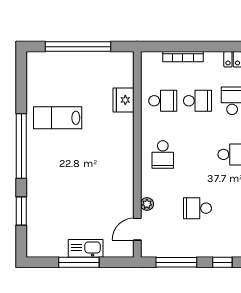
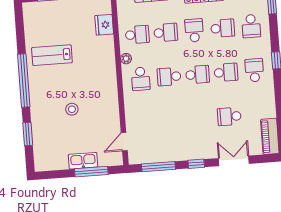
fridge: (124, 100) -> (104, 25), moved
stool: (77, 185) -> (72, 109), added
plant: (147, 204) -> (126, 59), moved
school desk: (197, 208) -> (169, 77), moved
window: (79, 262) -> (91, 172), moved

